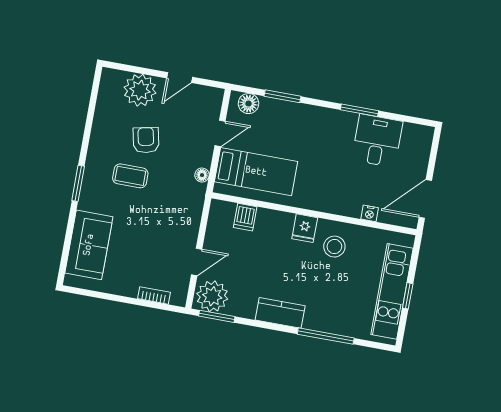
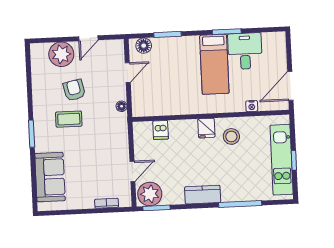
bed: (256, 172) -> (214, 64), moved, turned 90

